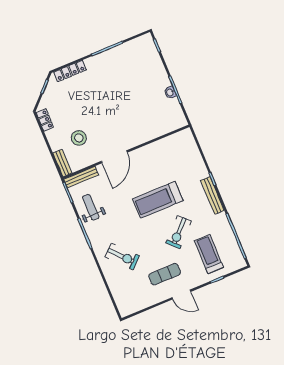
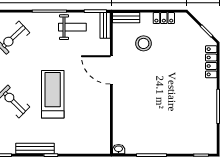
washbasin: (170, 92) -> (119, 149), moved
locker: (45, 120) -> (164, 18), moved
bench: (81, 177) -> (105, 25), width x0.73

